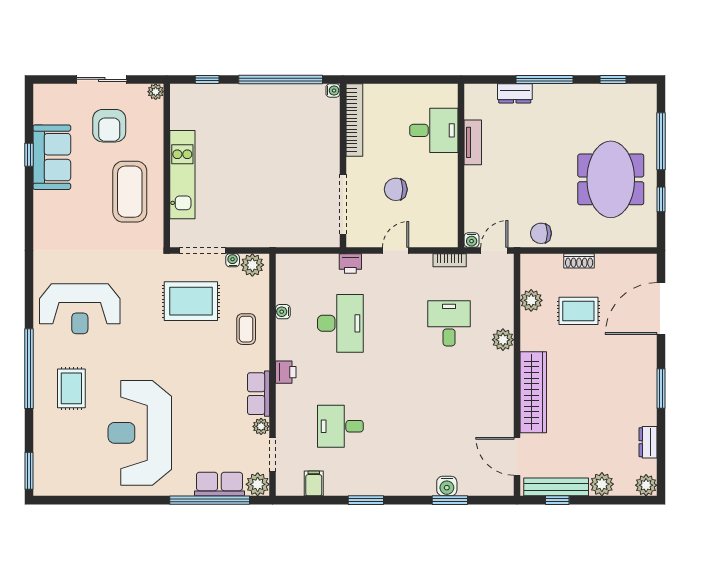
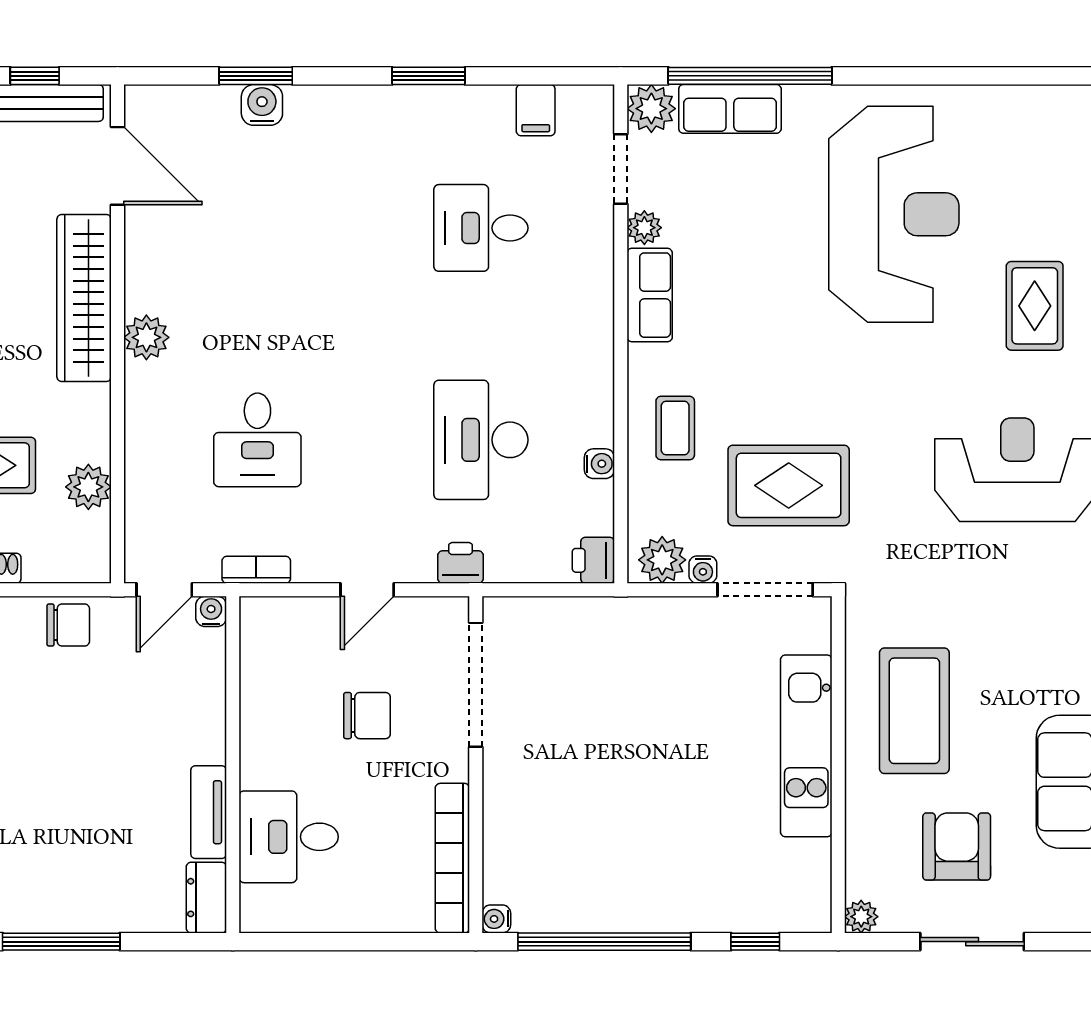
dresser: (515, 93) -> (206, 898), moved, turned -90
plant: (503, 340) -> (146, 337), moved
printer: (286, 372) -> (593, 560), moved
desk: (340, 426) -> (481, 228), turned 180

